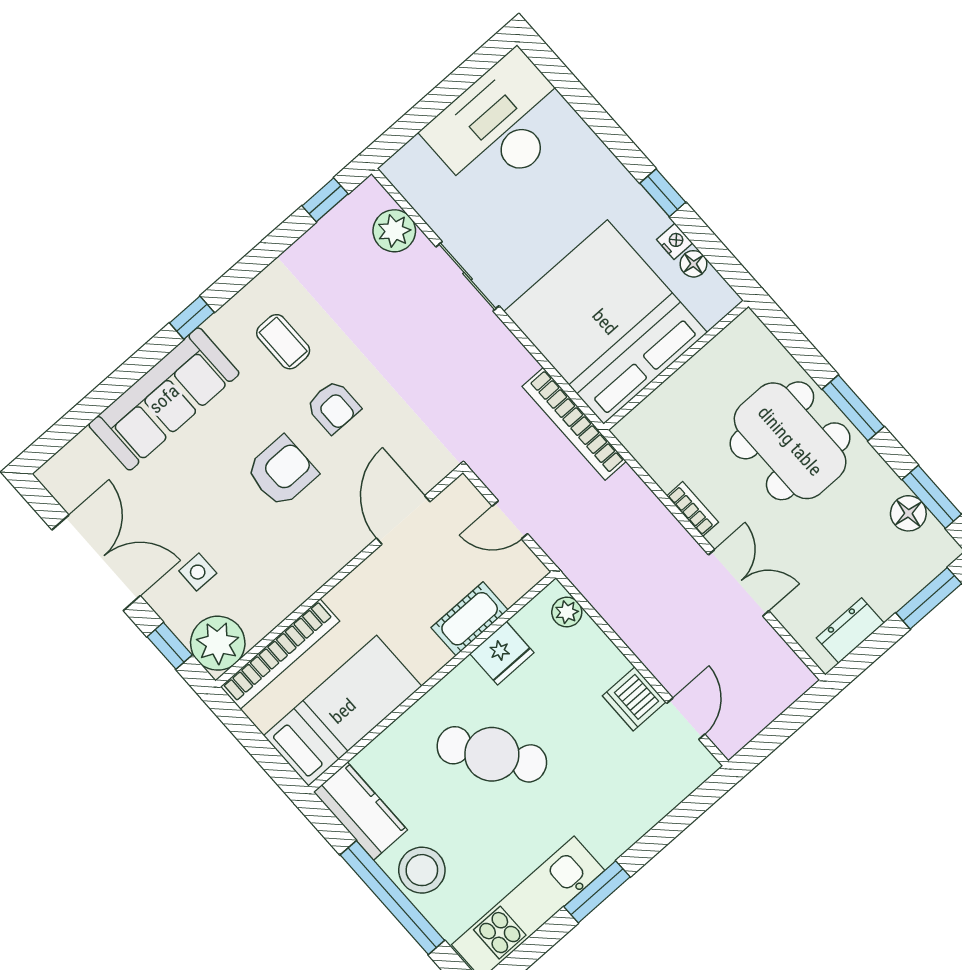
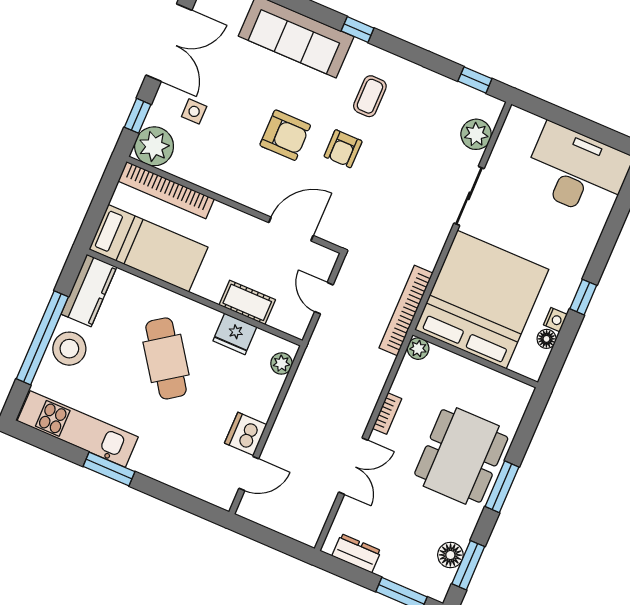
plant: (629, 431) -> (418, 349), added

